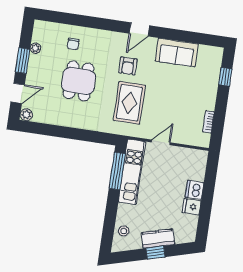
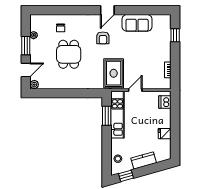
rug: (129, 103) -> (114, 73), moved
window: (117, 171) -> (107, 116), width x0.69
dishwasher: (194, 190) -> (165, 102), moved
window: (156, 253) -> (126, 176), moved

